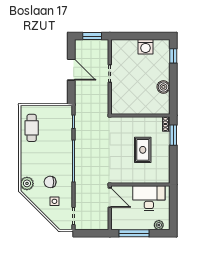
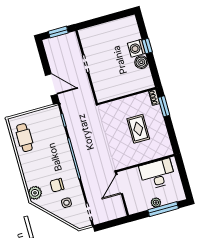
washing machine: (146, 47) -> (136, 48), moved, turned 90
window: (173, 56) -> (147, 46), moved
door: (71, 70) -> (51, 85), moved
door: (110, 198) -> (119, 184), swing flipped
plant: (159, 225) -> (156, 203), moved
window: (134, 233) -> (163, 209), moved

